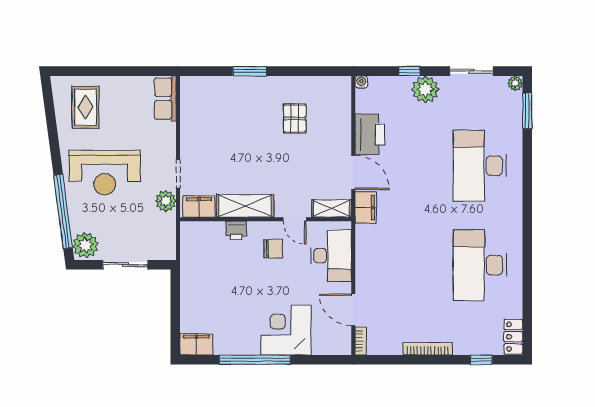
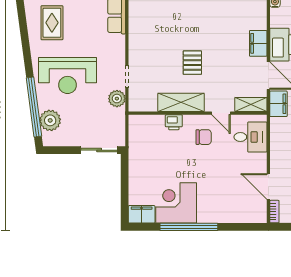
pallet: (295, 118) -> (192, 63), moved
filing cabinet: (199, 207) -> (258, 43), moved, turned -90
plant: (85, 245) -> (50, 120), moved
desk: (331, 256) -> (250, 137), width x0.73
sliding door: (125, 265) -> (99, 150), moved
corner desk: (286, 330) -> (176, 203), moved

